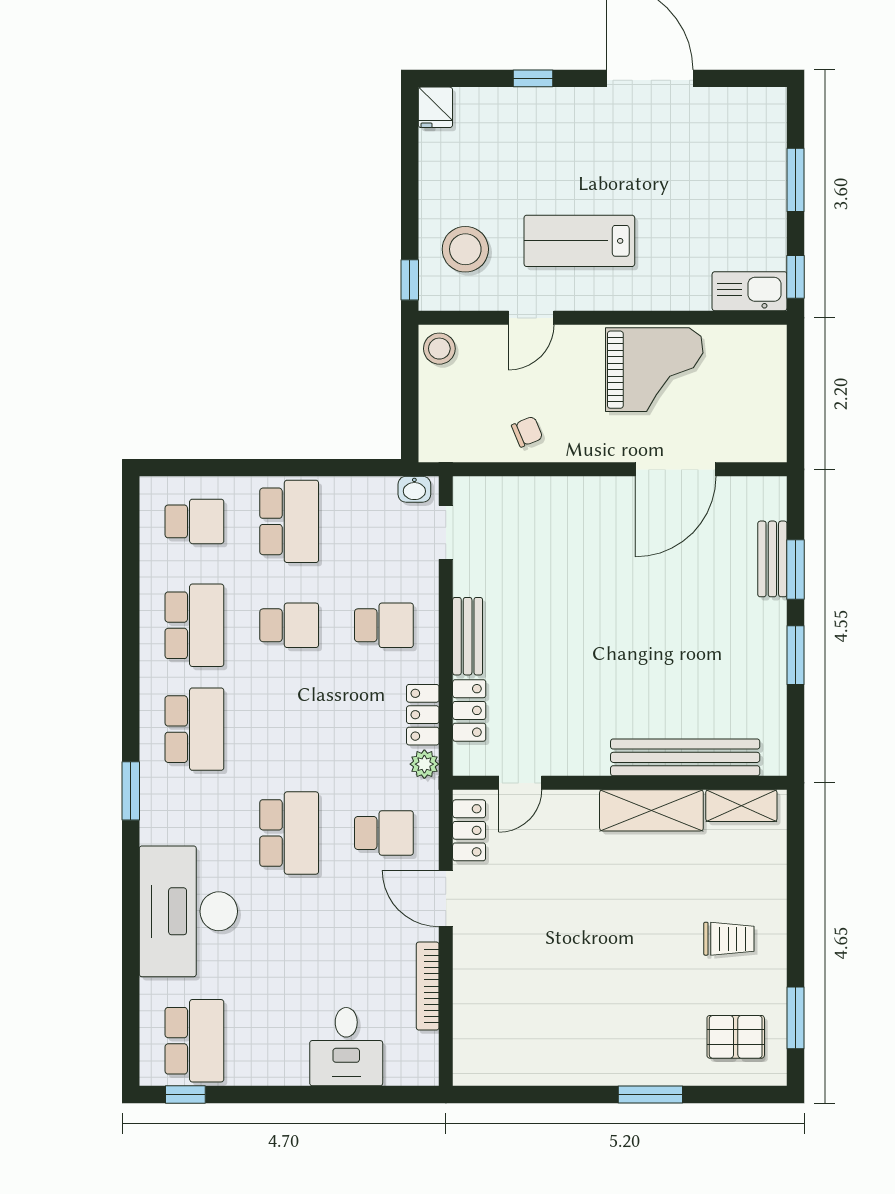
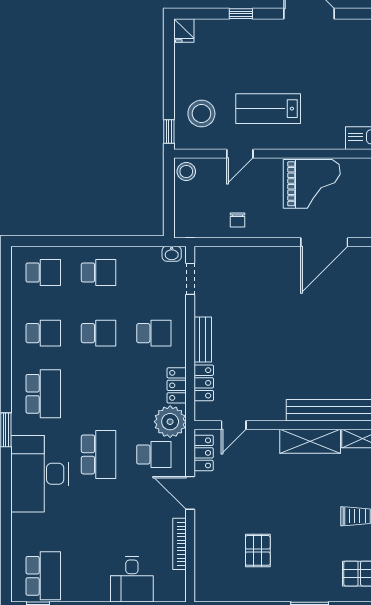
chair: (527, 432) -> (238, 220), turned 113
school desk: (289, 521) -> (99, 272), width x0.54
school desk: (194, 625) -> (43, 333), width x0.54
plant: (424, 764) -> (170, 422), width x1.88, depth x1.88
desk: (188, 911) -> (40, 474), moved
pallet: (562, 997) -> (258, 550), added

